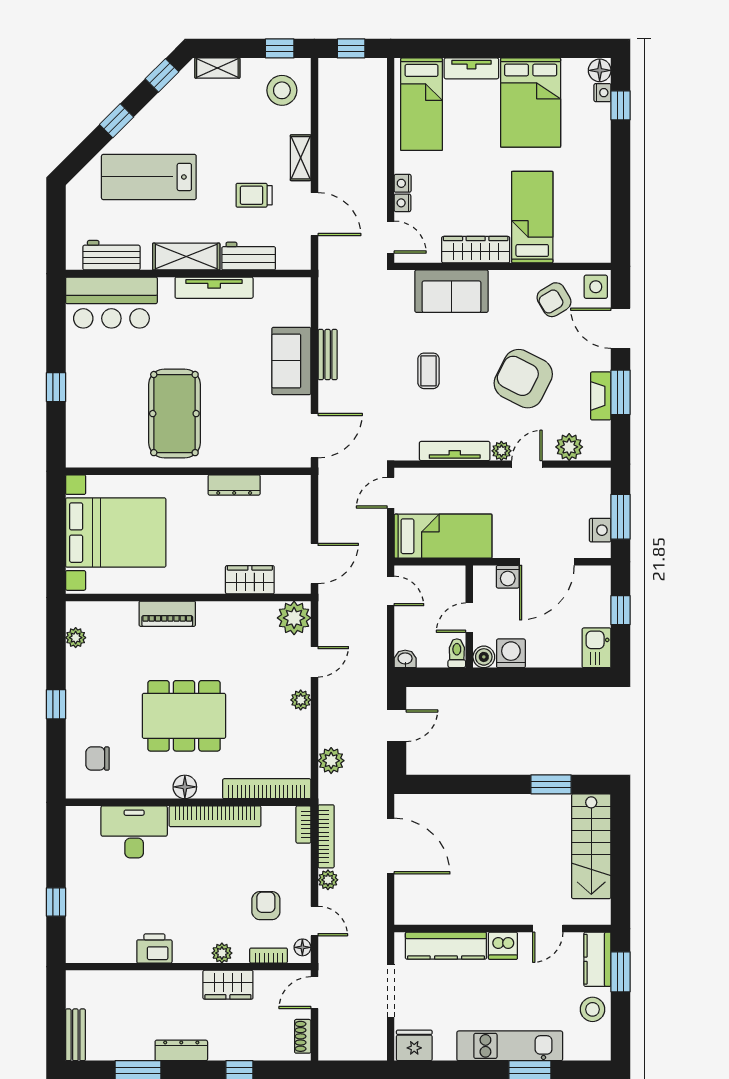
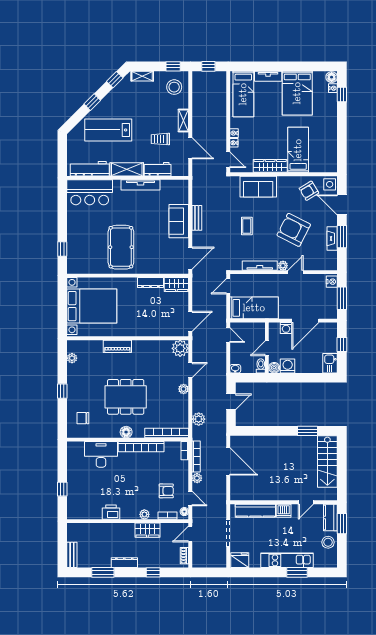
workbench: (111, 255) -> (90, 169), width x1.38
window: (56, 387) -> (62, 249), moved
plant: (569, 447) -> (316, 264), removed
nightstand: (600, 530) -> (332, 282), moved
wardrobe: (250, 580) -> (176, 285), moved, turned 180
armchair: (266, 906) -> (166, 491), turned 90

